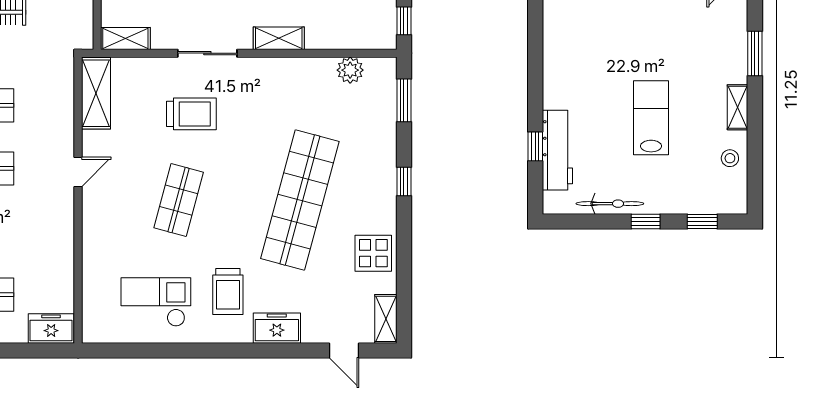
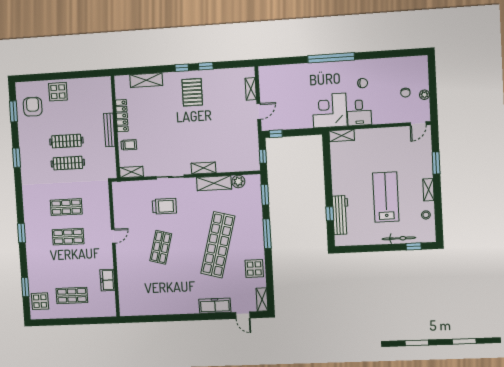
shelving: (96, 93) -> (214, 183), moved, turned 90
lab bench: (651, 118) -> (386, 197), width x1.36, depth x1.39
window: (404, 182) -> (267, 234), width x2.17
bicycle: (610, 204) -> (399, 238), moved
window: (646, 222) -> (386, 248), removed
trolley: (228, 291) -> (186, 289), removed
checkout: (156, 302) -> (153, 296), removed
freezer: (51, 328) -> (107, 280), moved, turned -90
freezer: (277, 328) -> (215, 306), width x1.40

